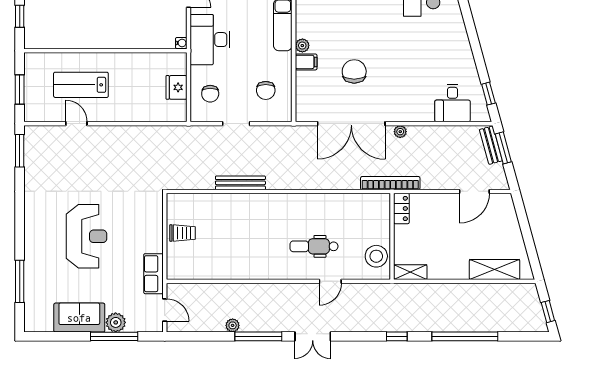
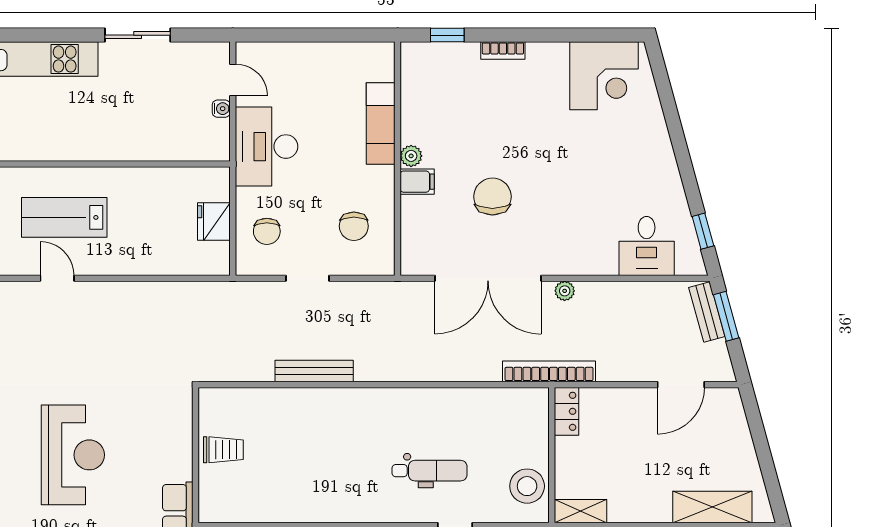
water cooler: (181, 43) -> (221, 109), moved
dental chair: (314, 246) -> (430, 471), turned 180

